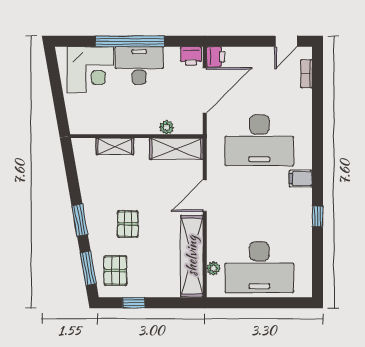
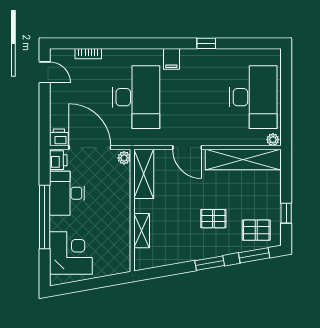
desk: (139, 66) -> (67, 193), moved
bookcase: (306, 74) -> (88, 54), moved
plant: (167, 127) -> (124, 158), moved
plant: (213, 268) -> (273, 140), moved

